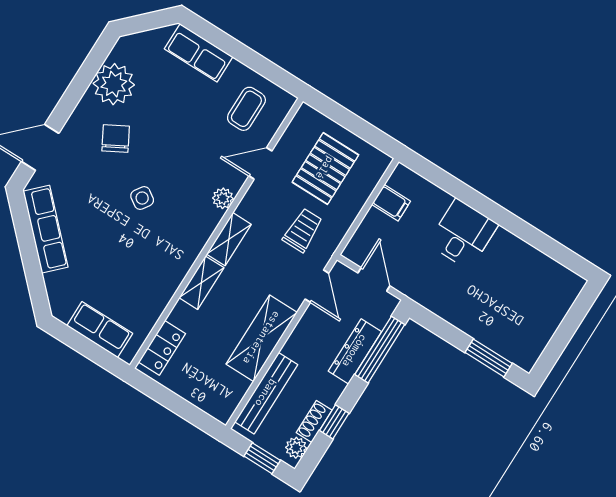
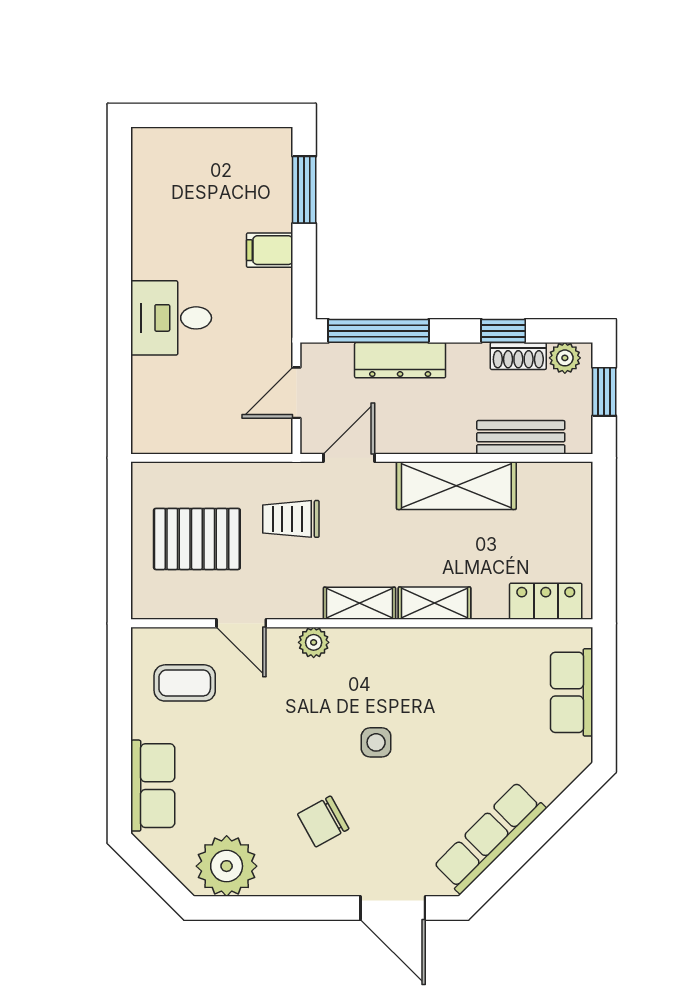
plant: (114, 84) -> (227, 866), moved
side table: (142, 198) -> (376, 742), turned -34
filing cabinet: (391, 203) -> (270, 250), moved, turned -90
bench: (266, 393) -> (521, 437), width x0.73

